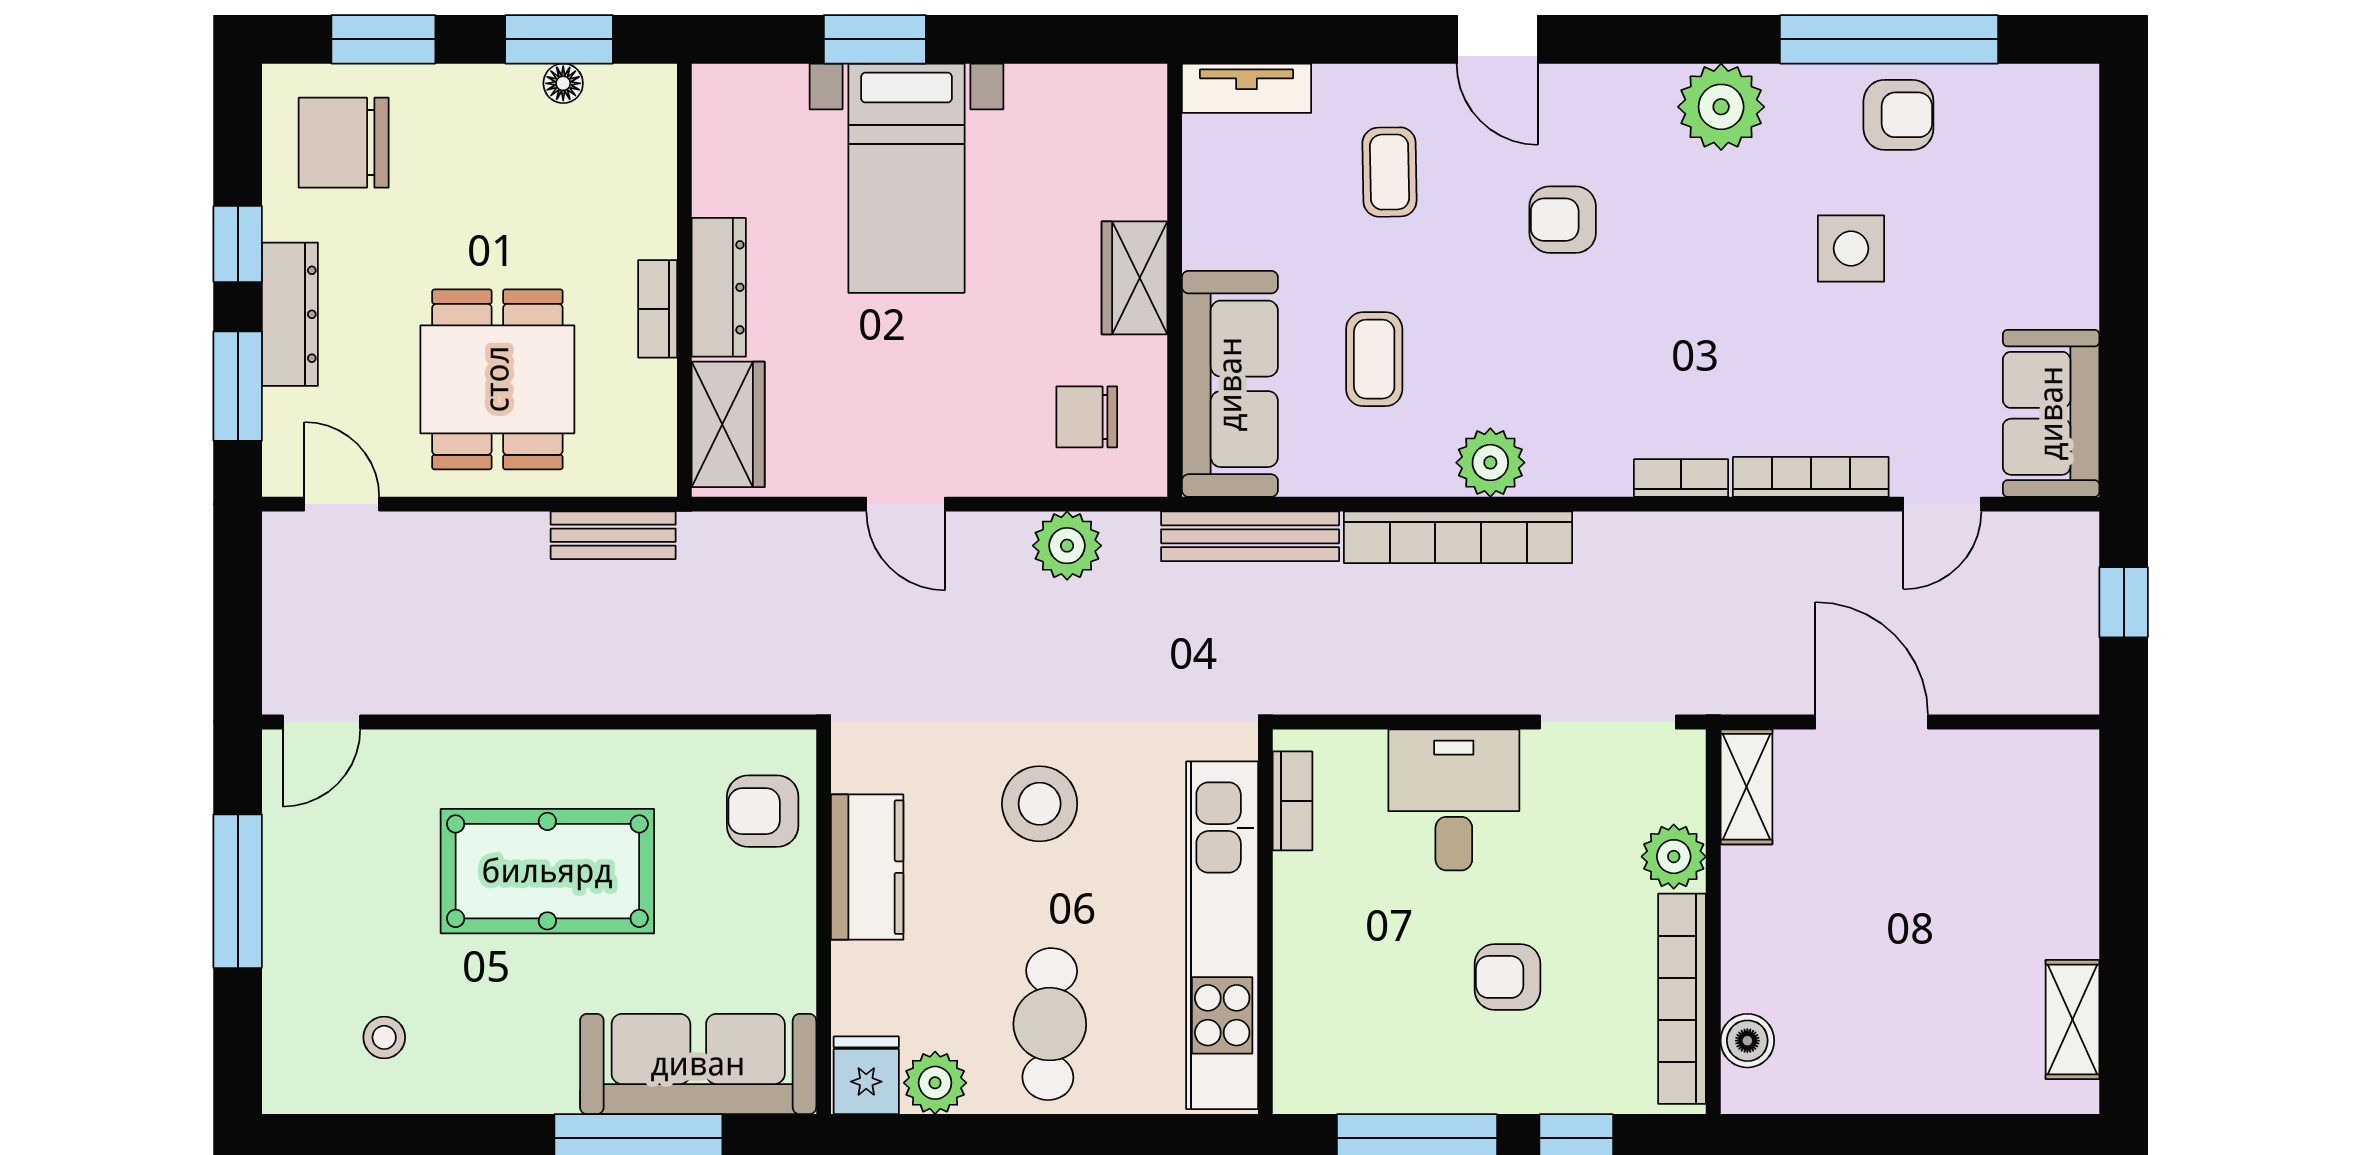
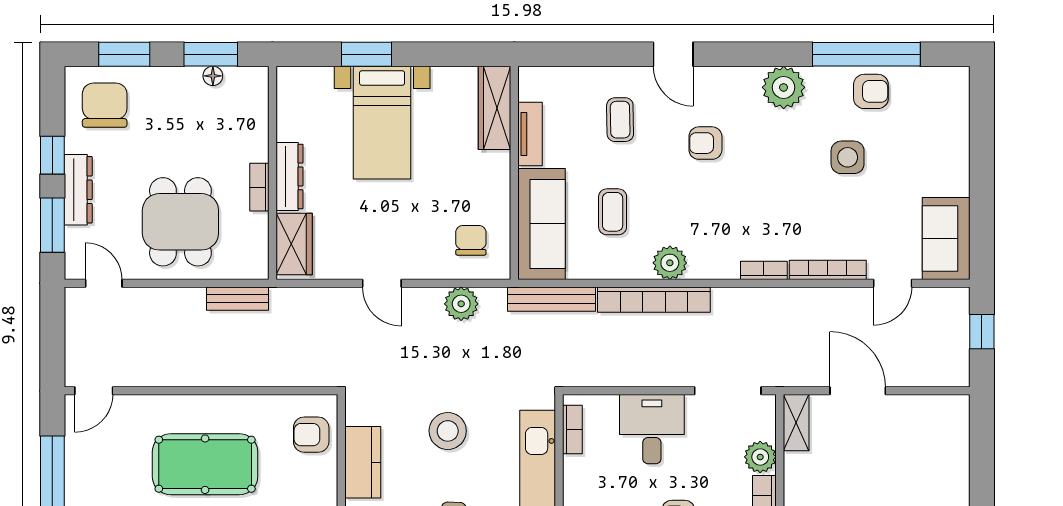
tv unit: (1247, 88) -> (530, 134), moved, turned -90
chair: (344, 143) -> (105, 105), turned 90
wardrobe: (1135, 278) -> (494, 108), moved, width x1.50
chair: (1087, 417) -> (471, 240), turned 90

